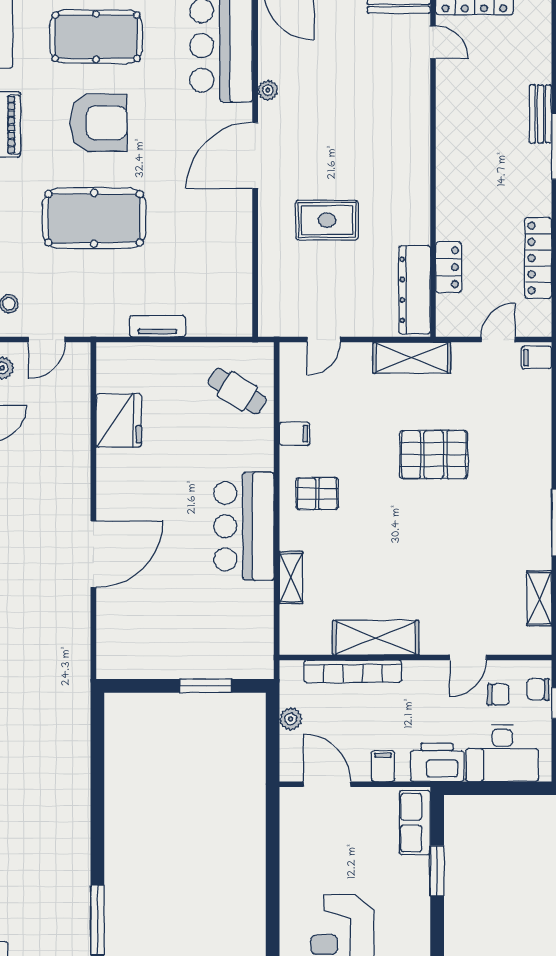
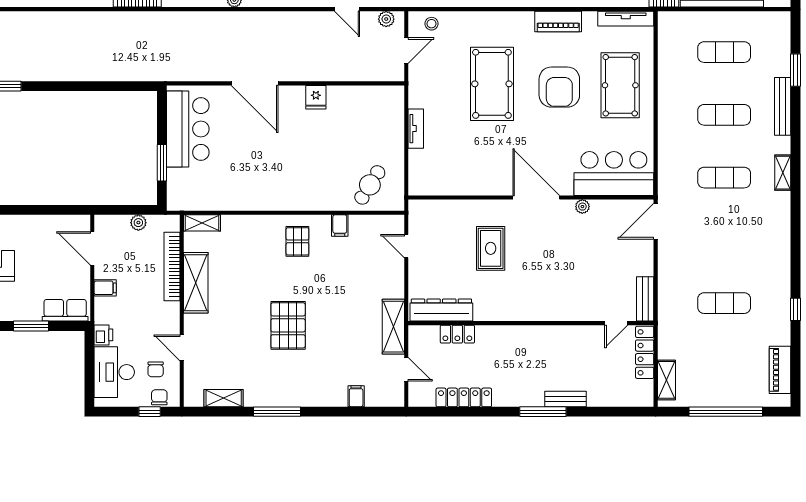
door: (47, 340) -> (406, 50), swing flipped
shelving: (412, 358) -> (393, 327), moved
filing cabinet: (536, 358) -> (356, 396), moved
fridge: (119, 420) -> (316, 97), moved, width x0.53, depth x0.75
pallet: (434, 455) -> (288, 325), moved
bar counter: (244, 526) -> (188, 129), moved, turned 90
shelving: (291, 578) -> (202, 223), moved
printer: (437, 762) -> (103, 335), width x0.53, depth x0.68
door: (327, 784) -> (92, 248), swing flipped

